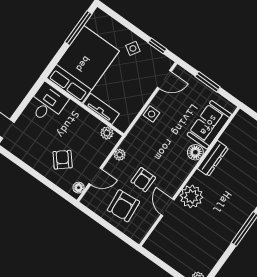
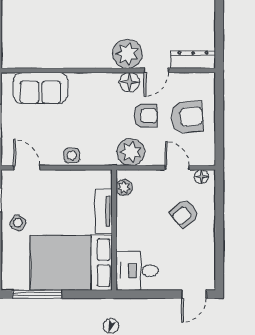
floor lamp: (195, 152) -> (130, 82), moved
plant: (120, 155) -> (131, 152), width x1.87, depth x1.87
dresser: (213, 158) -> (193, 60), moved

